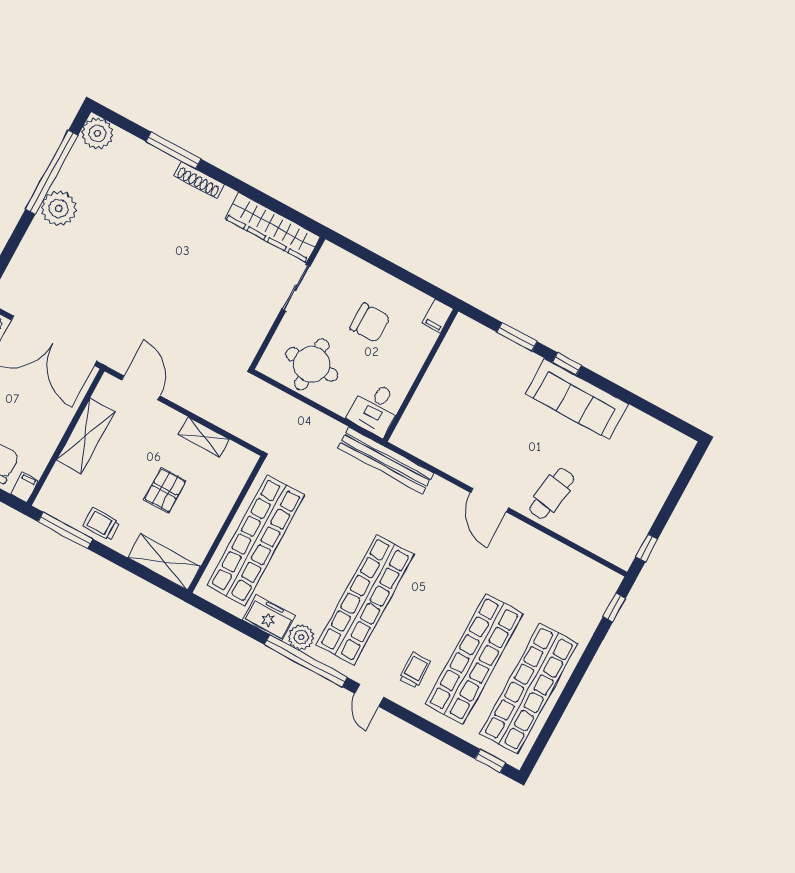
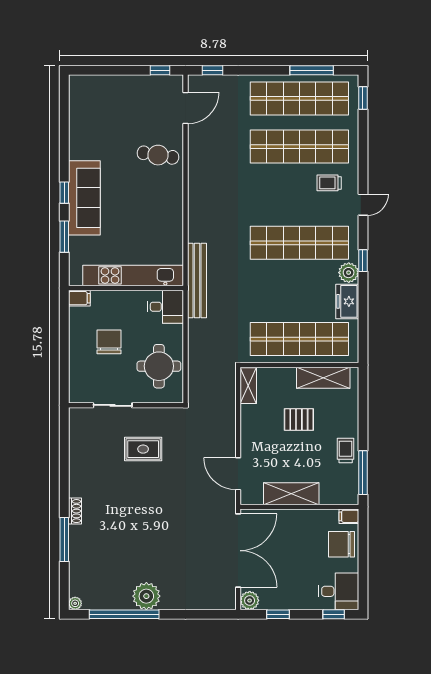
plant: (97, 133) -> (75, 603), width x0.53, depth x0.53
shoe rack: (199, 180) -> (75, 511), width x0.70
wardrobe: (273, 228) -> (80, 443), removed
rug: (227, 295) -> (143, 449), added
door: (141, 388) -> (238, 474), hinge flipped
kitchen unit: (430, 391) -> (133, 275), added
sofa: (577, 399) -> (84, 198), moved
shelving: (204, 437) -> (248, 386), moved
door: (489, 500) -> (186, 108), moved
trolley: (101, 524) -> (346, 451), turned 180
shelving: (164, 562) -> (323, 378), moved, turned 90
window: (306, 661) -> (363, 261), width x0.32
window: (553, 720) -> (312, 70), added

